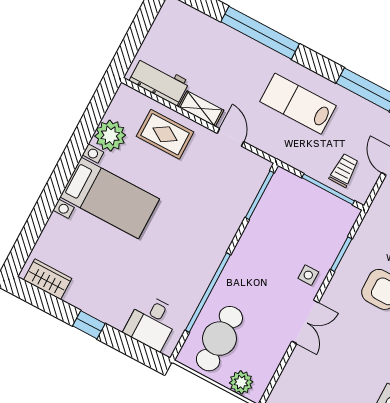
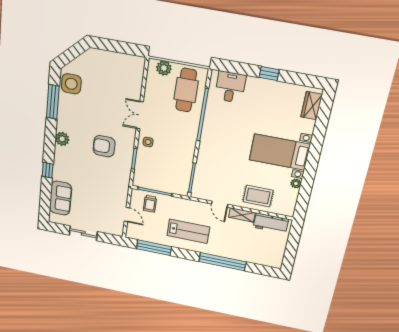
plant: (110, 136) -> (296, 184), width x0.53, depth x0.53
wardrobe: (48, 279) -> (312, 106), moved, turned 90

